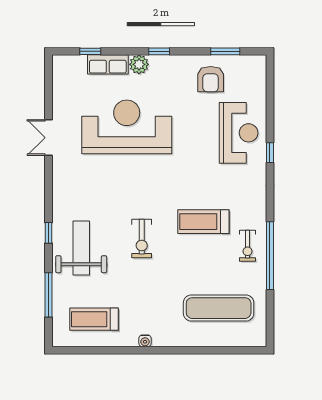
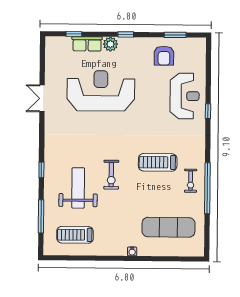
weight bench: (81, 248) -> (78, 188), moved
water cooler: (145, 341) -> (132, 251), moved

